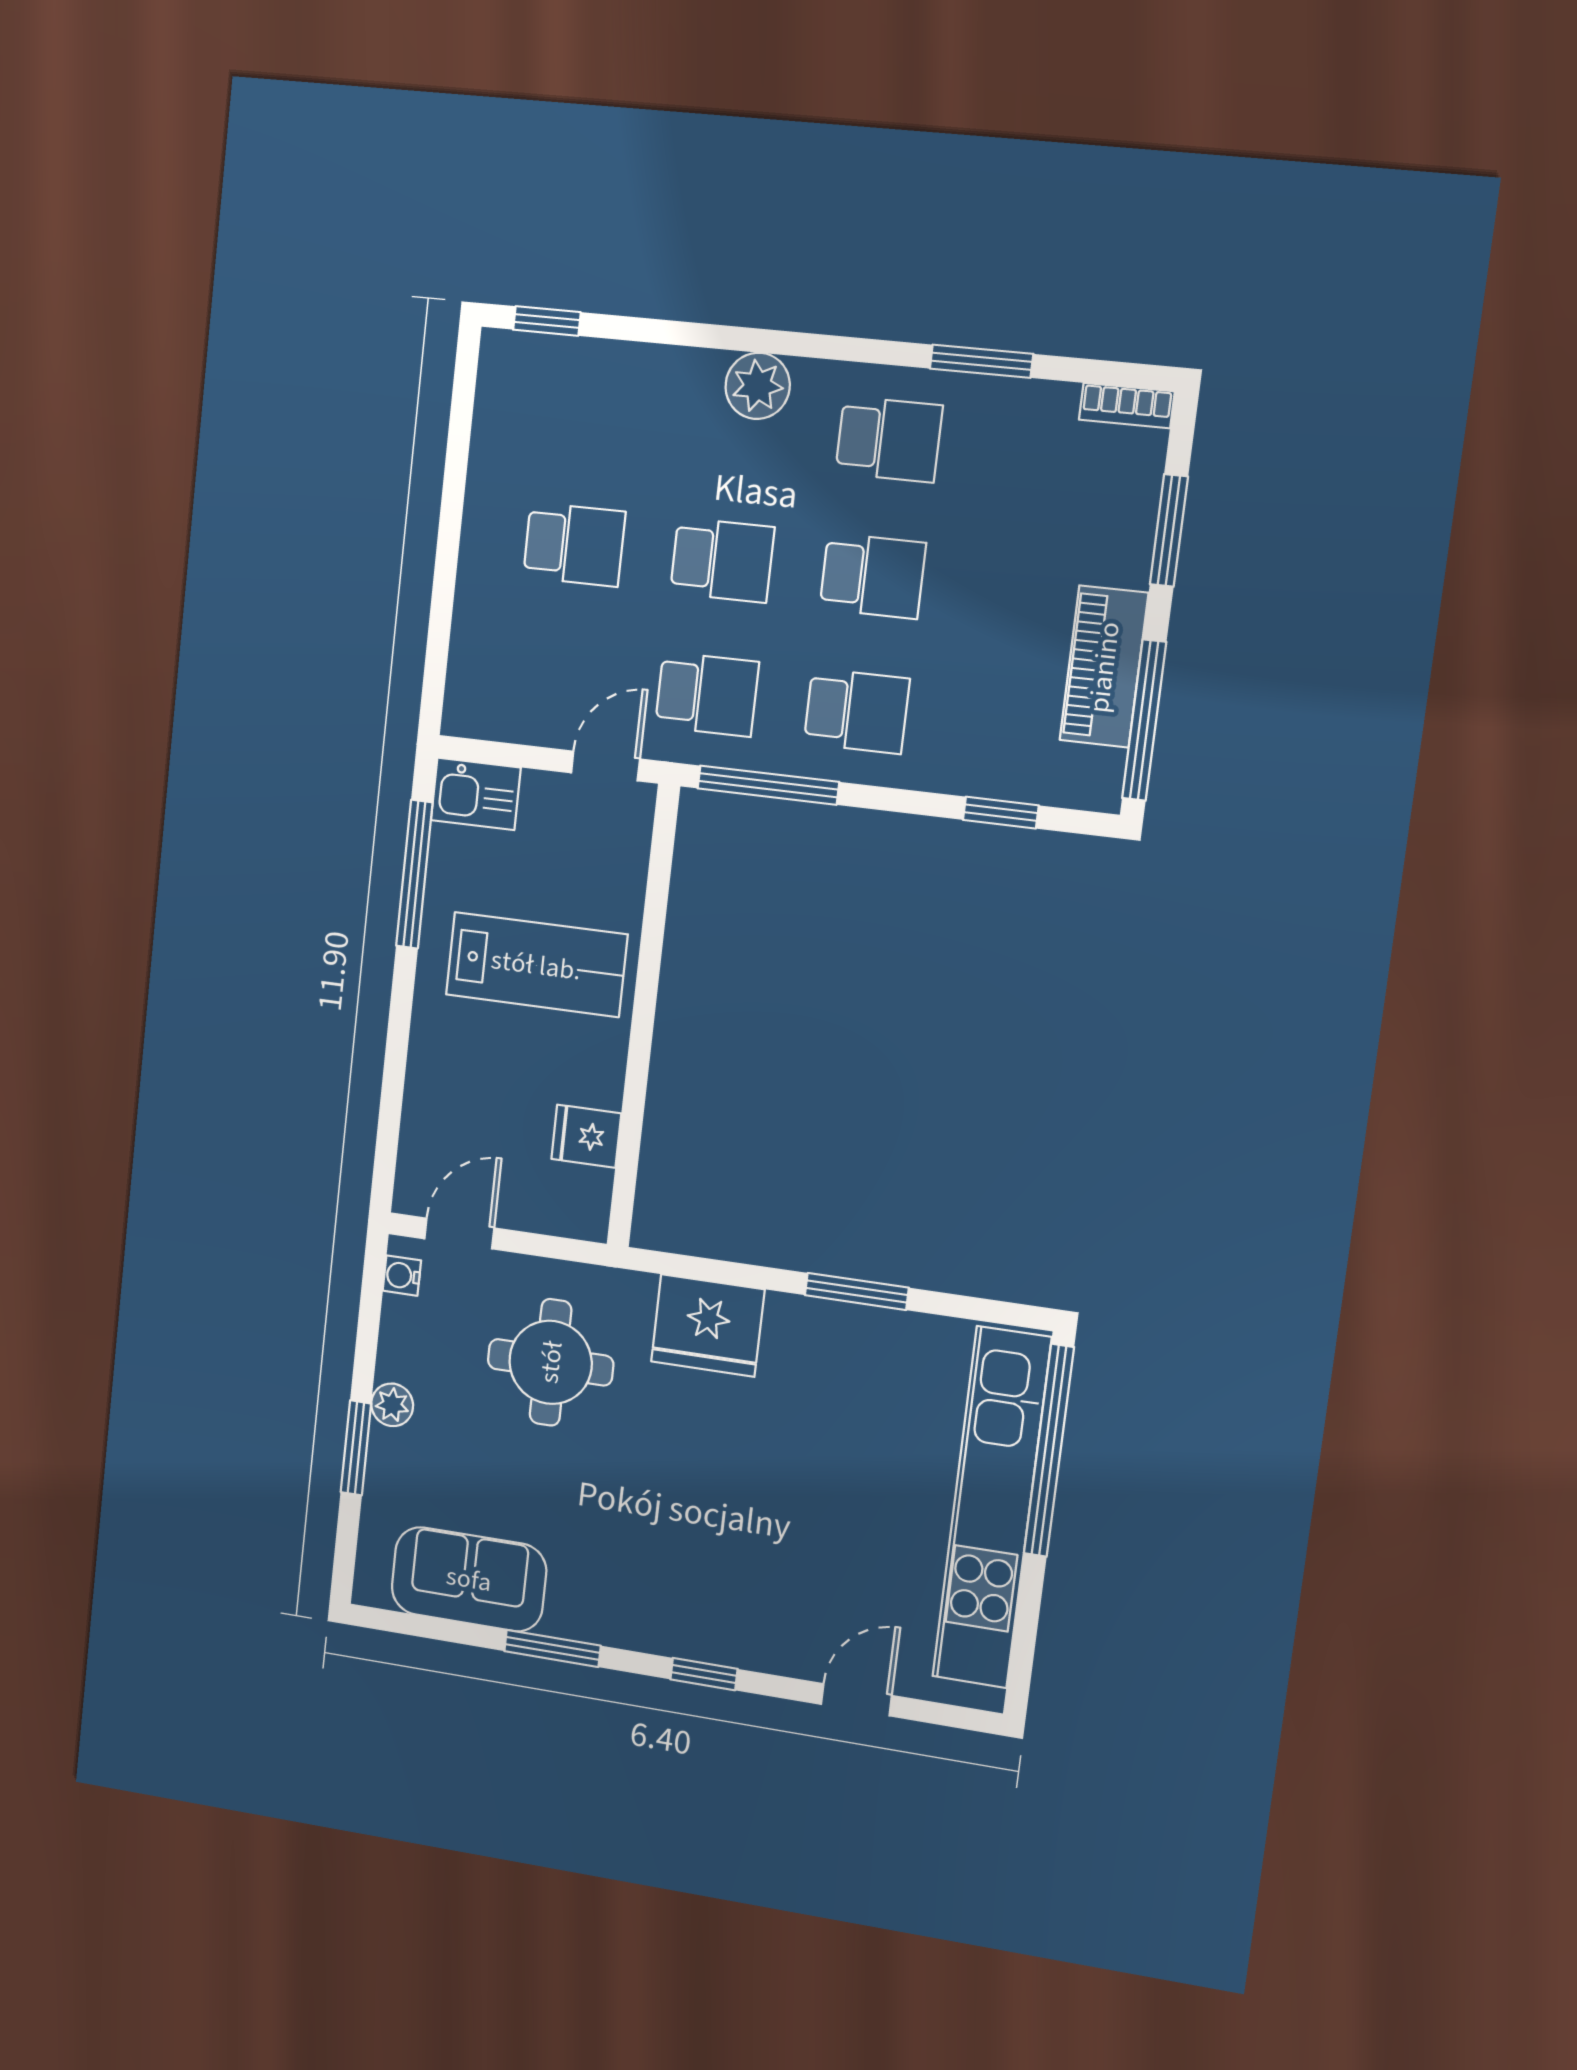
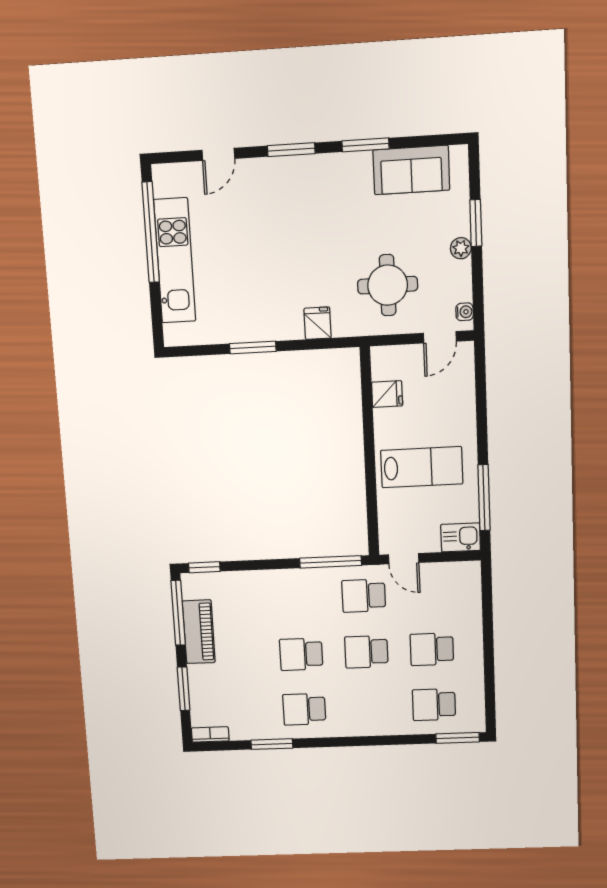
window: (547, 321) -> (458, 738), width x1.50
plant: (758, 386) -> (363, 723), removed
school desk: (857, 711) -> (434, 705), moved
door: (605, 766) -> (404, 559), hinge flipped
window: (1001, 813) -> (204, 567), moved
lab bench: (536, 965) -> (422, 467), turned 180
fridge: (708, 1325) -> (318, 323), width x0.53, depth x0.75
window: (1049, 1451) -> (151, 232), moved
kitchen unit: (992, 1508) -> (175, 261), width x0.73
window: (704, 1674) -> (291, 150), width x1.50

